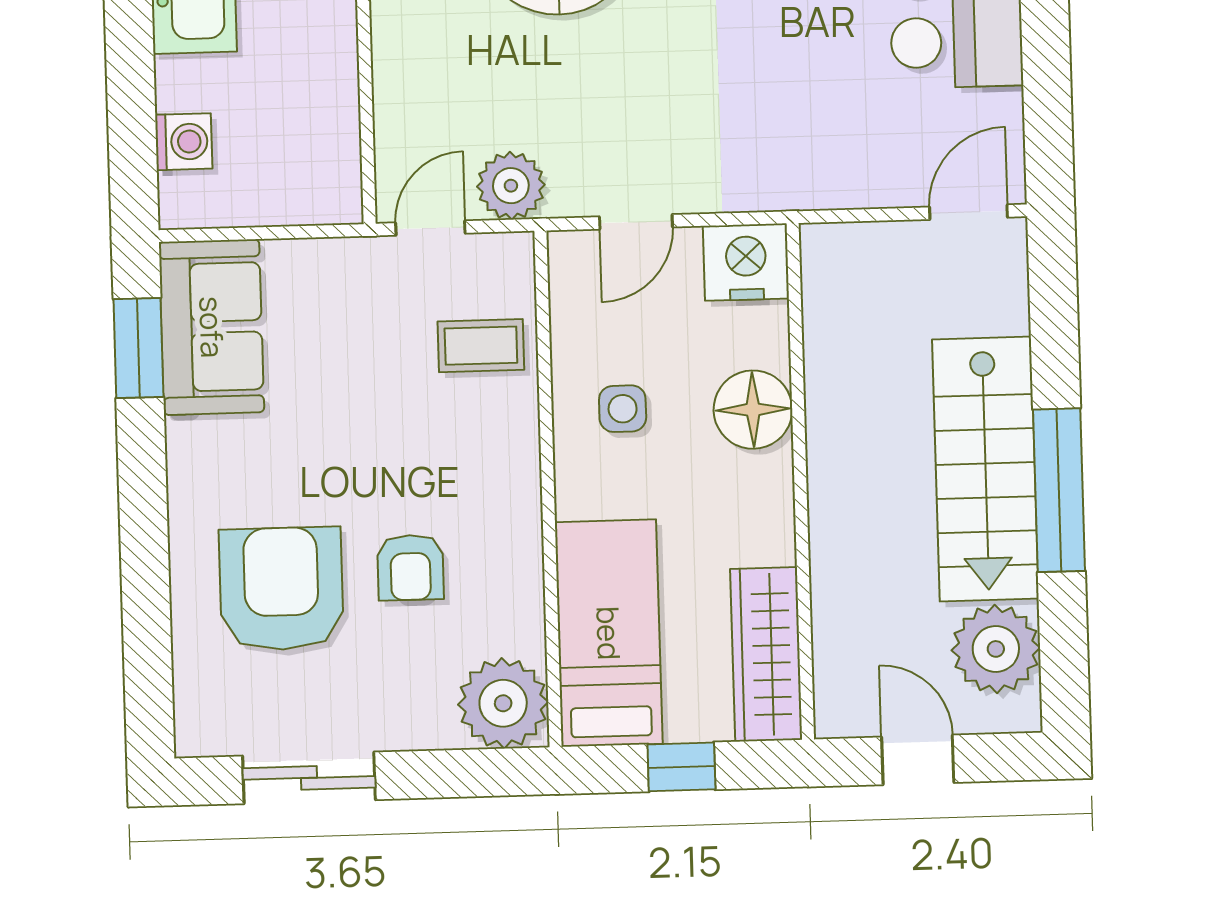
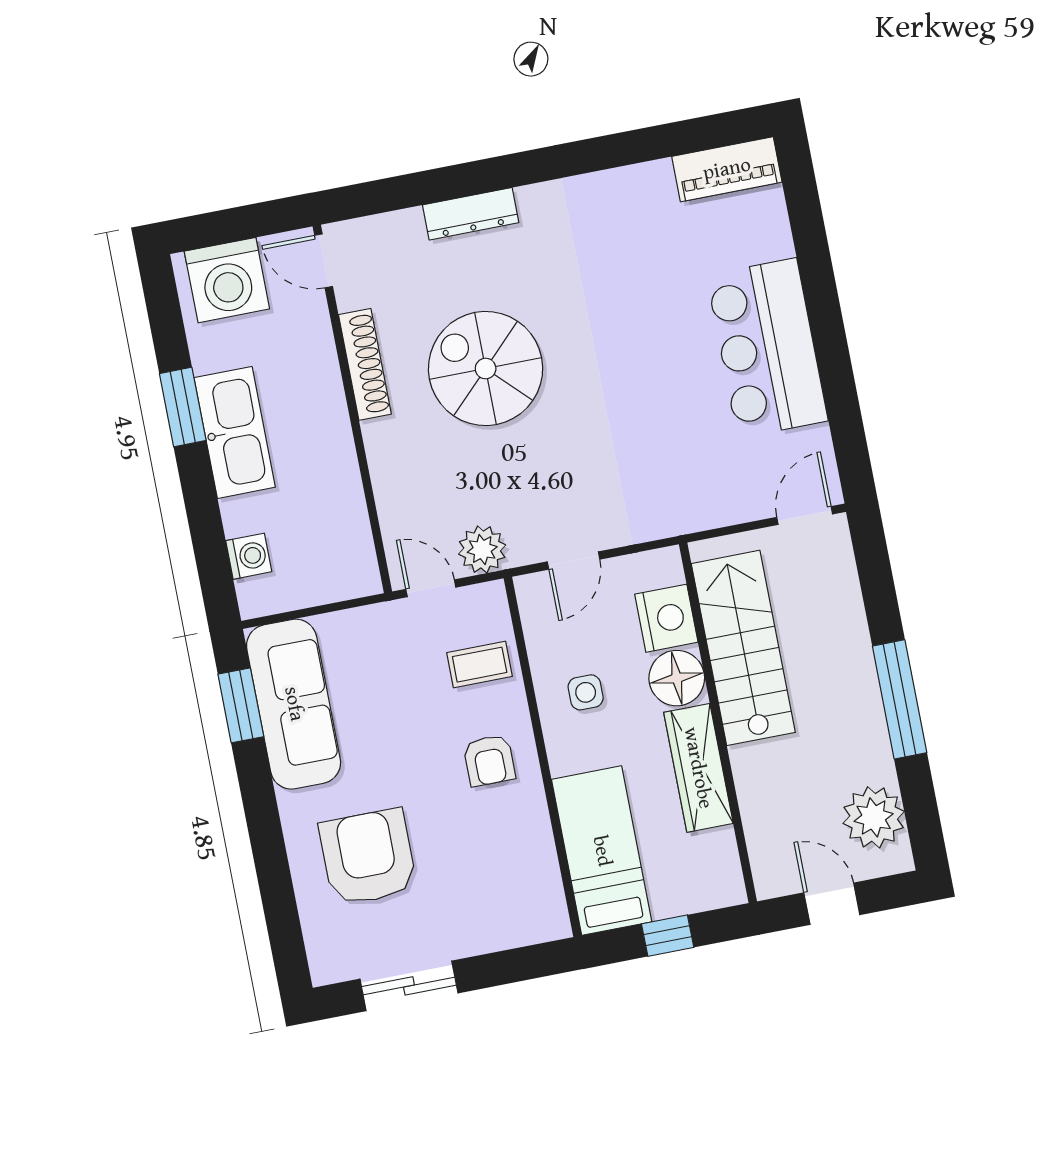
door: (430, 228) -> (431, 588), hinge flipped
nightstand: (746, 262) -> (666, 618), moved, turned 90
sofa: (212, 327) -> (294, 704), width x1.36
stairs: (985, 469) -> (743, 648), moved, turned 180
armchair: (410, 567) -> (489, 760), moved
wardrobe: (766, 654) -> (698, 768), moved
plant: (503, 703) -> (536, 912), removed

